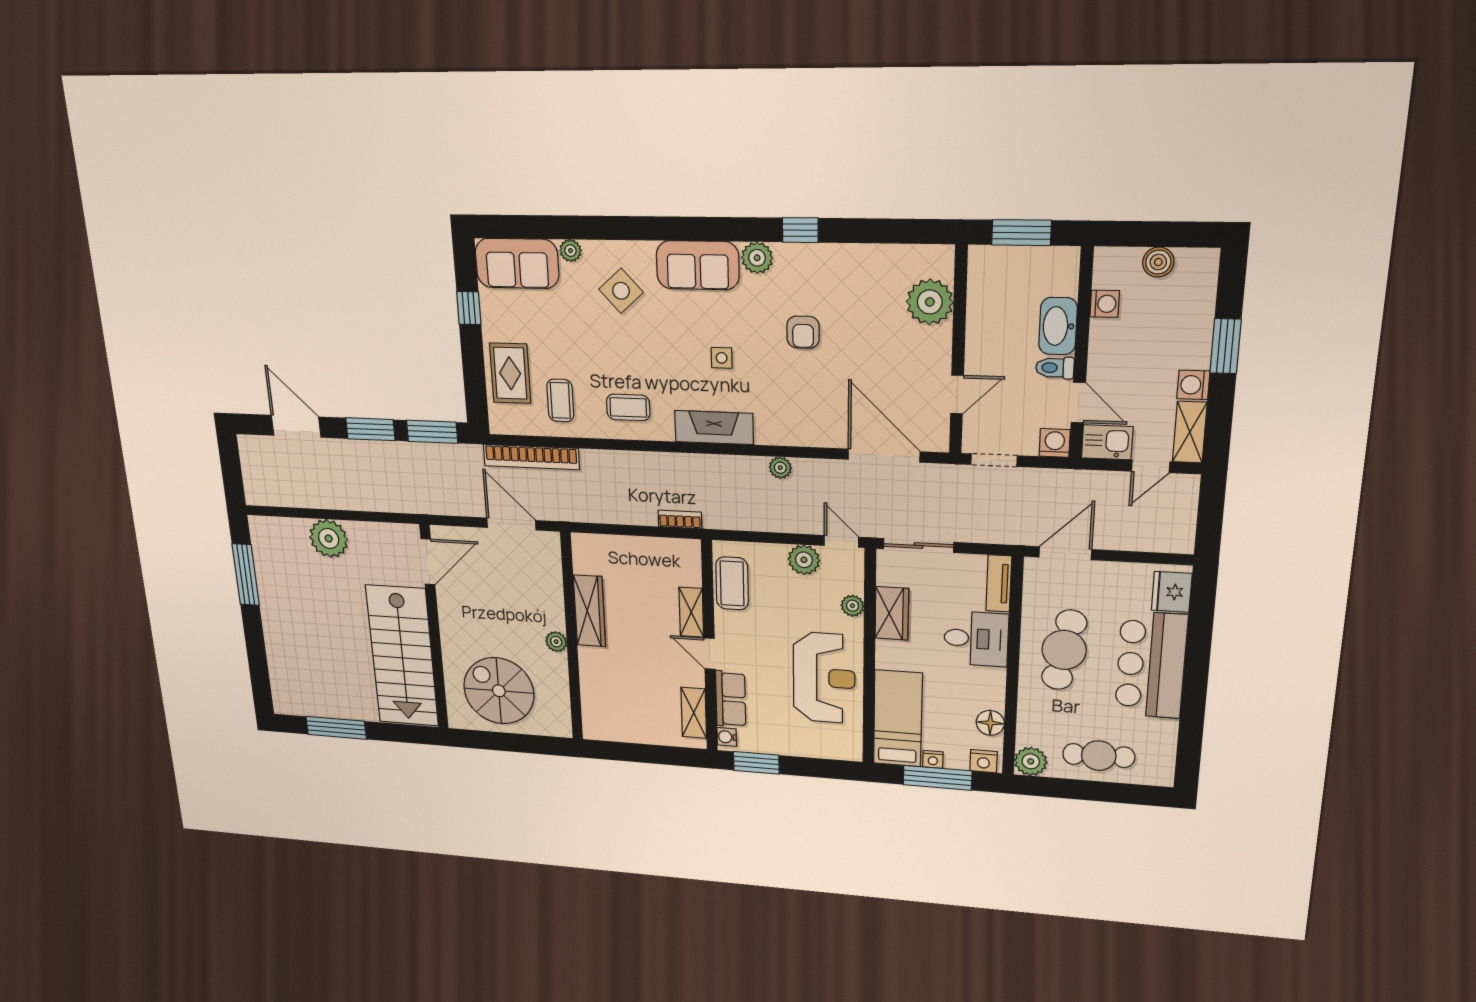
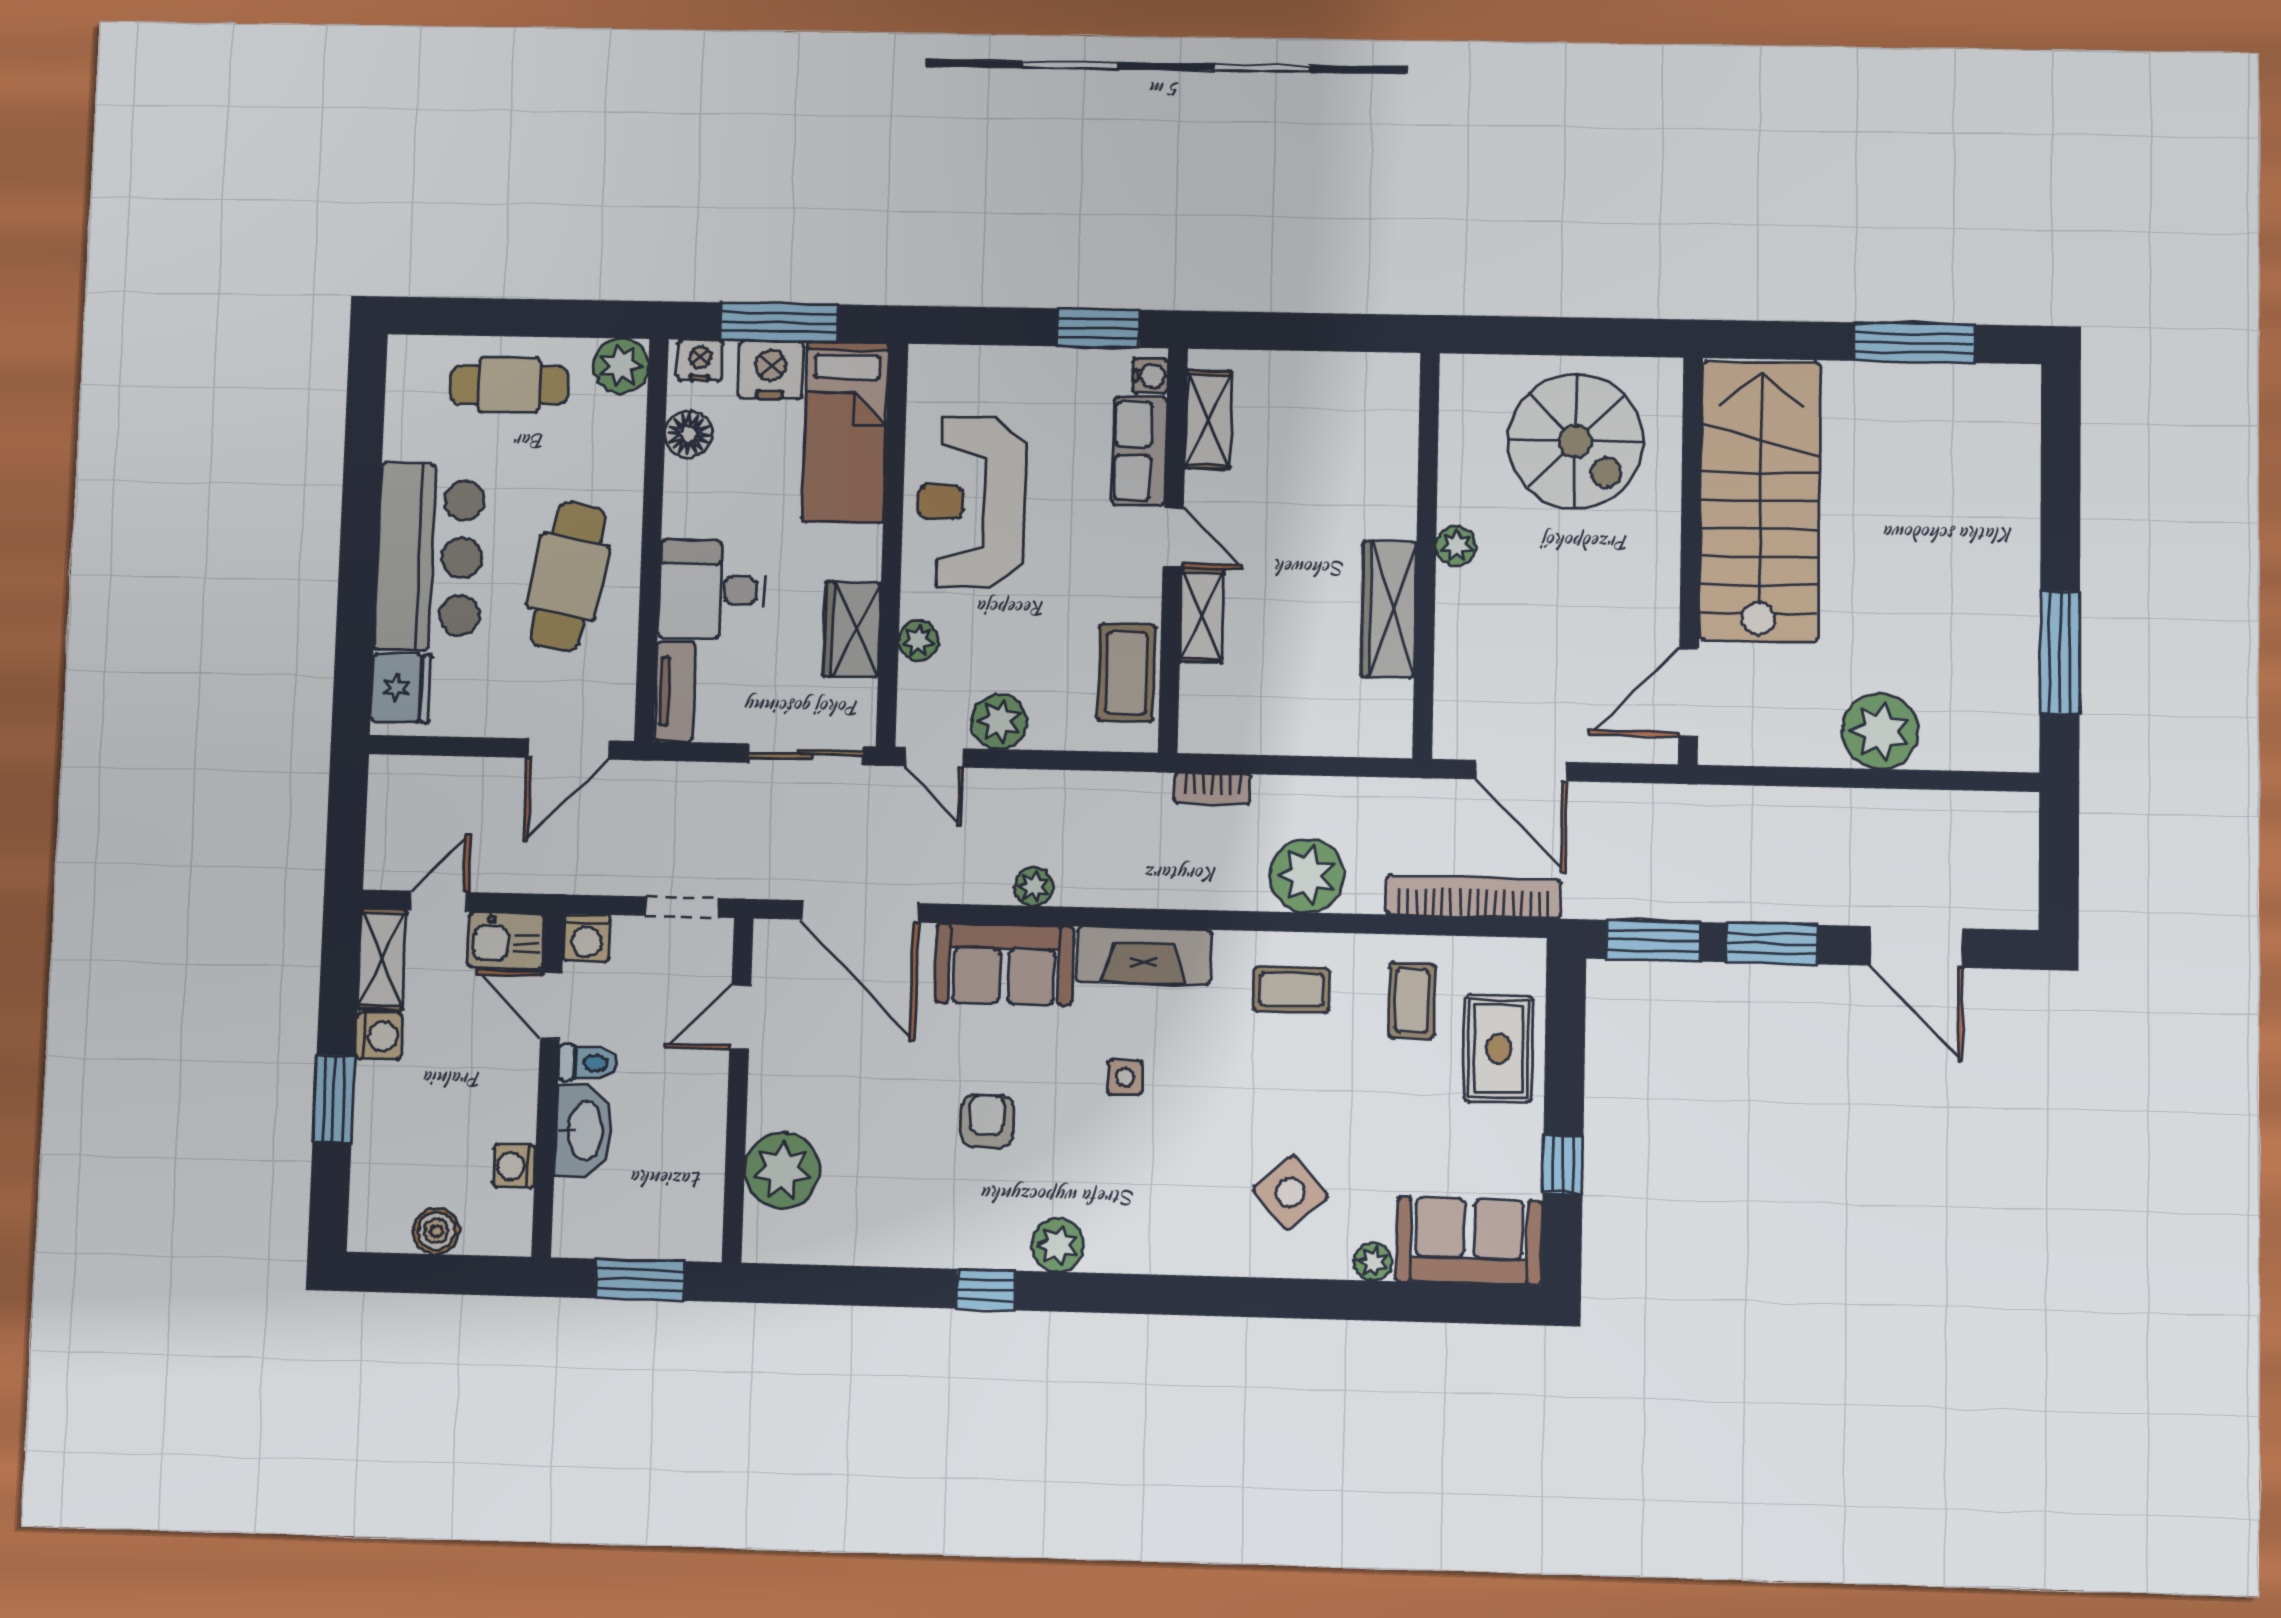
sofa: (698, 265) -> (1004, 964), moved, turned 180
plant: (624, 471) -> (1307, 876), added
nightstand: (933, 759) -> (771, 370), width x1.89, depth x1.79

